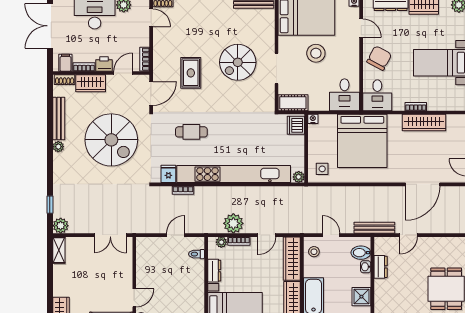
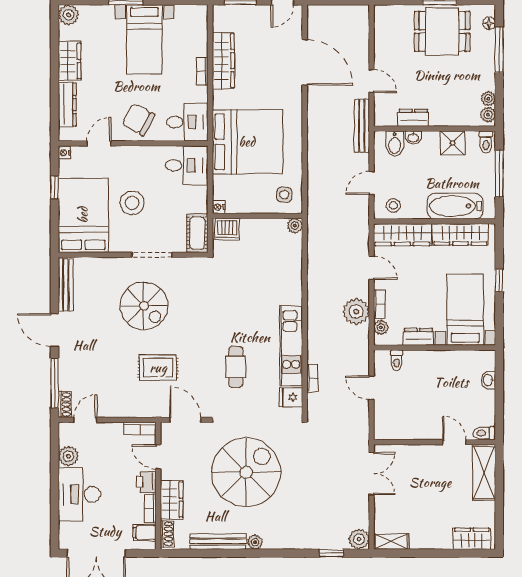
kitchen unit: (234, 174) -> (291, 346), width x0.54

